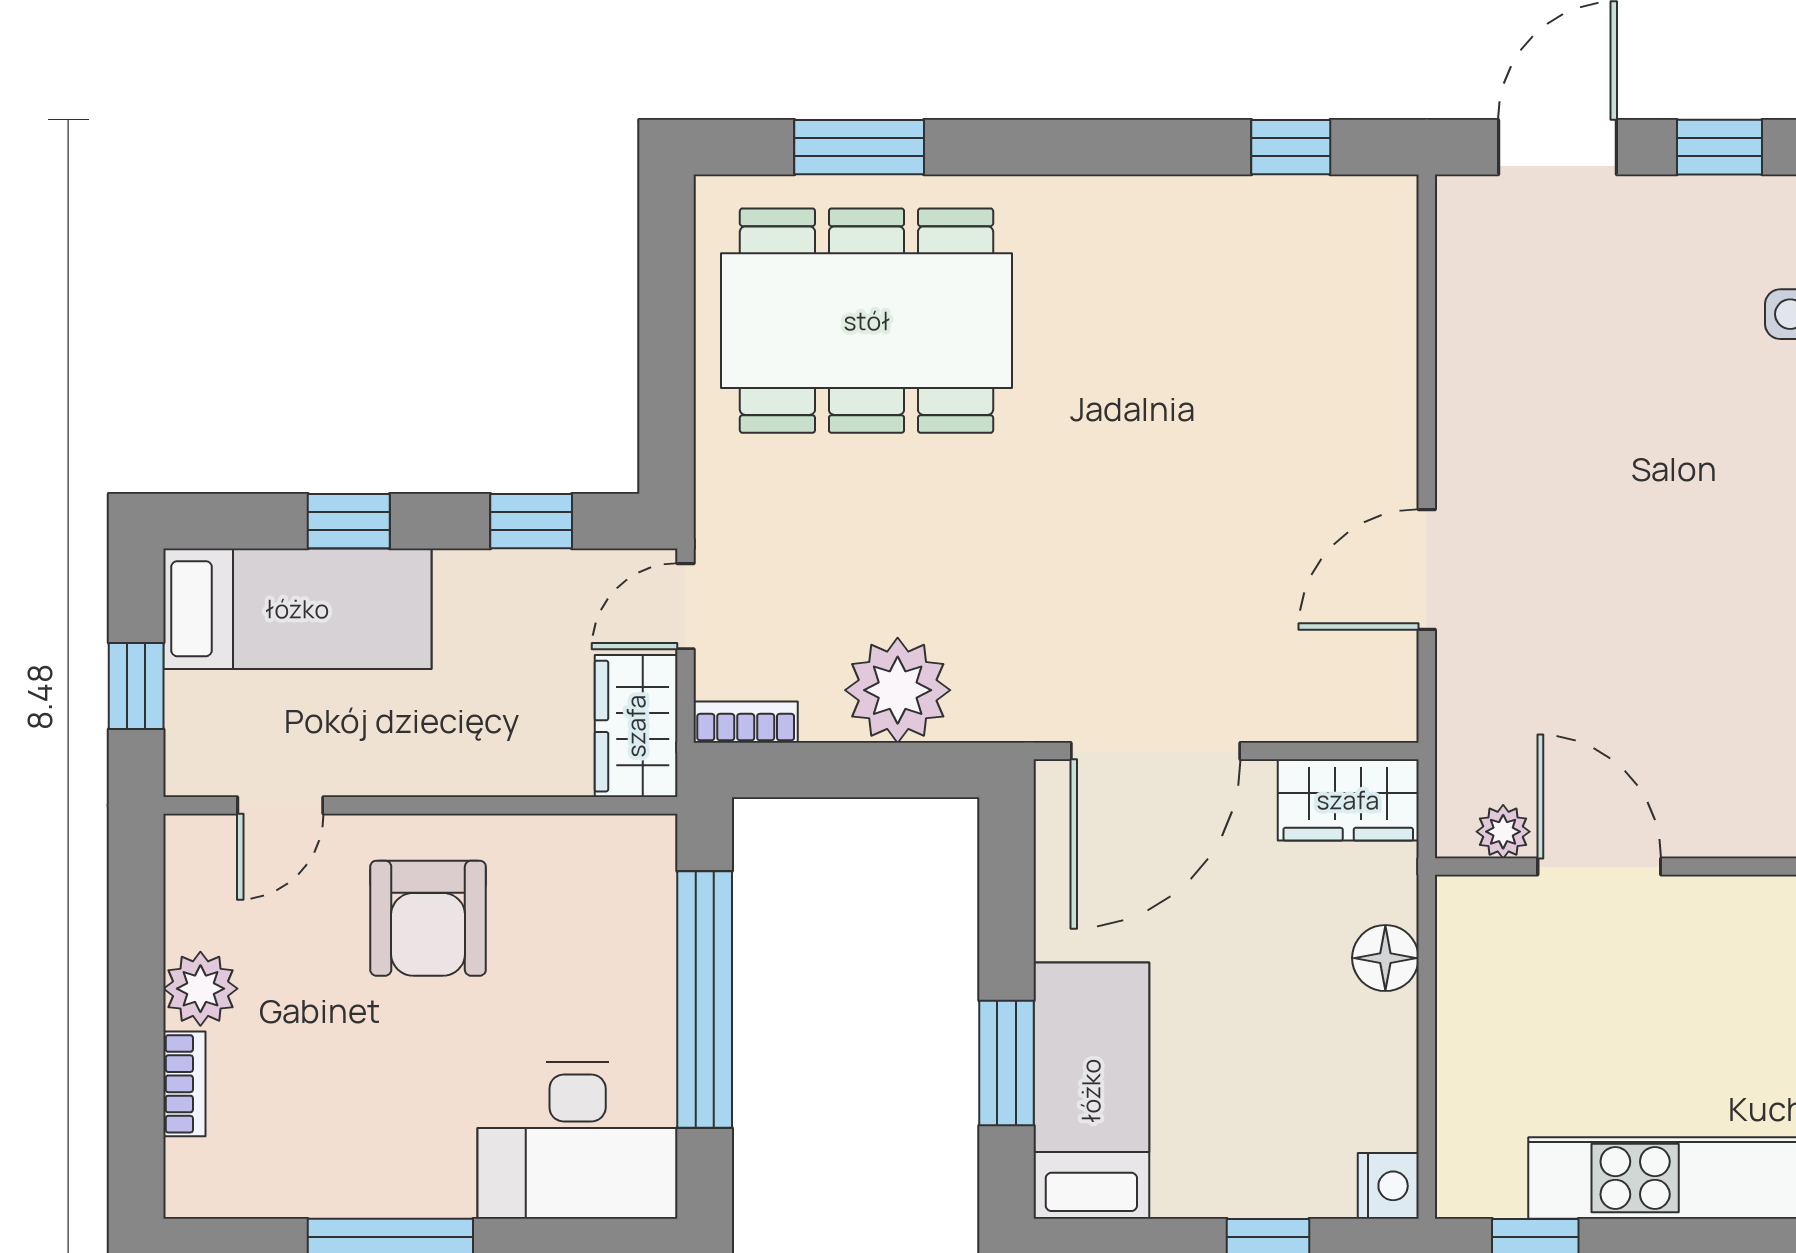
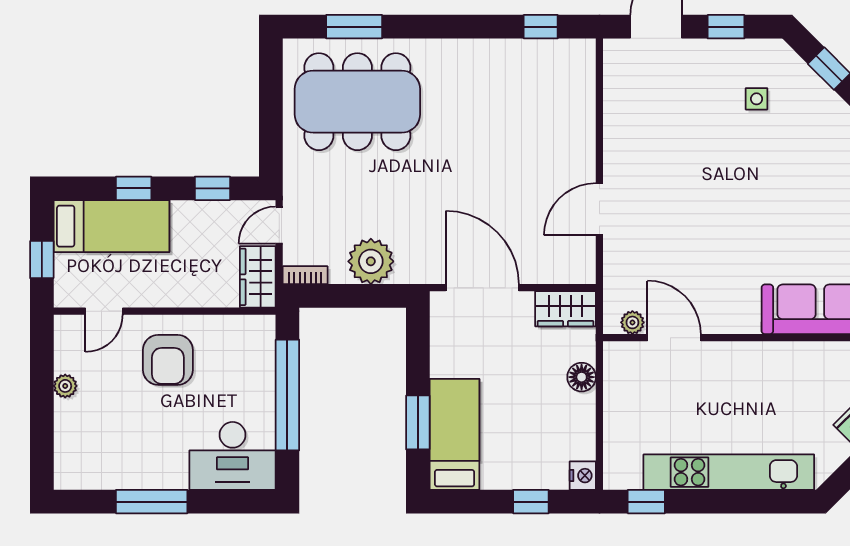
door: (1155, 751) -> (482, 288), swing flipped
plant: (200, 989) -> (65, 386), width x0.73, depth x0.73
bookcase: (184, 1084) -> (63, 431), removed

